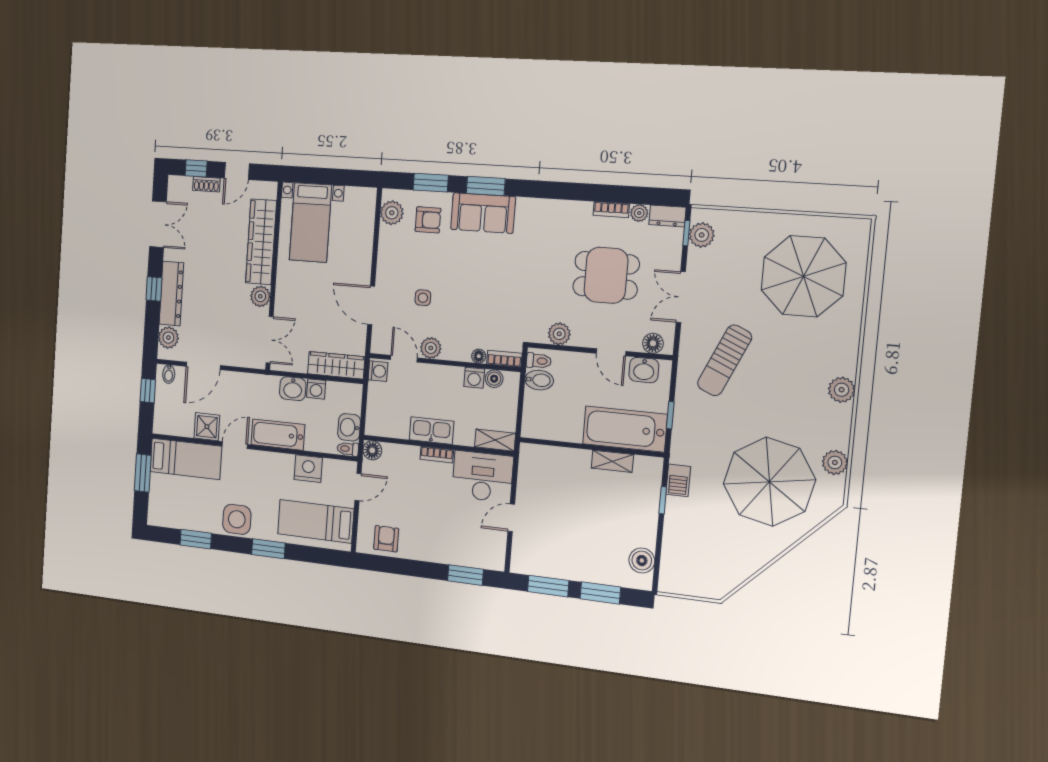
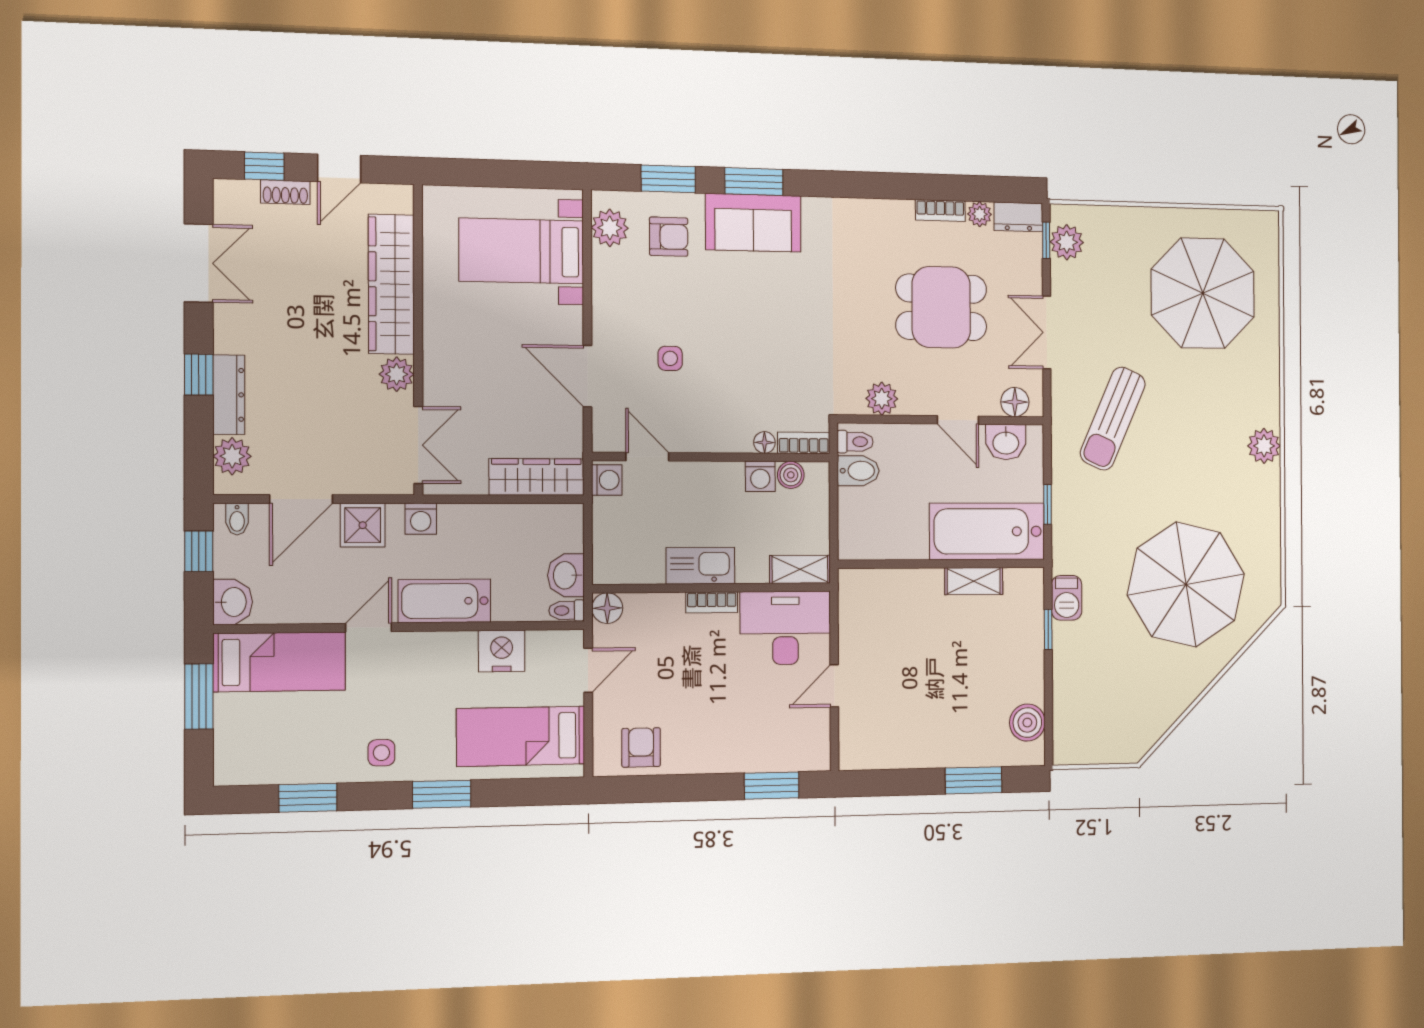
bed with nightstands: (310, 223) -> (521, 251), moved, turned 90
dresser: (171, 294) -> (229, 395), width x0.73, depth x0.80
plant: (431, 348) -> (689, 436), removed
washbasin: (293, 389) -> (233, 602), moved, turned -90
washing machine: (316, 389) -> (421, 519), moved
shower: (207, 427) -> (363, 525), moved
plant: (835, 462) -> (1265, 547), removed
side table: (237, 519) -> (381, 753), width x0.54, depth x0.54
window: (548, 586) -> (898, 782), removed

